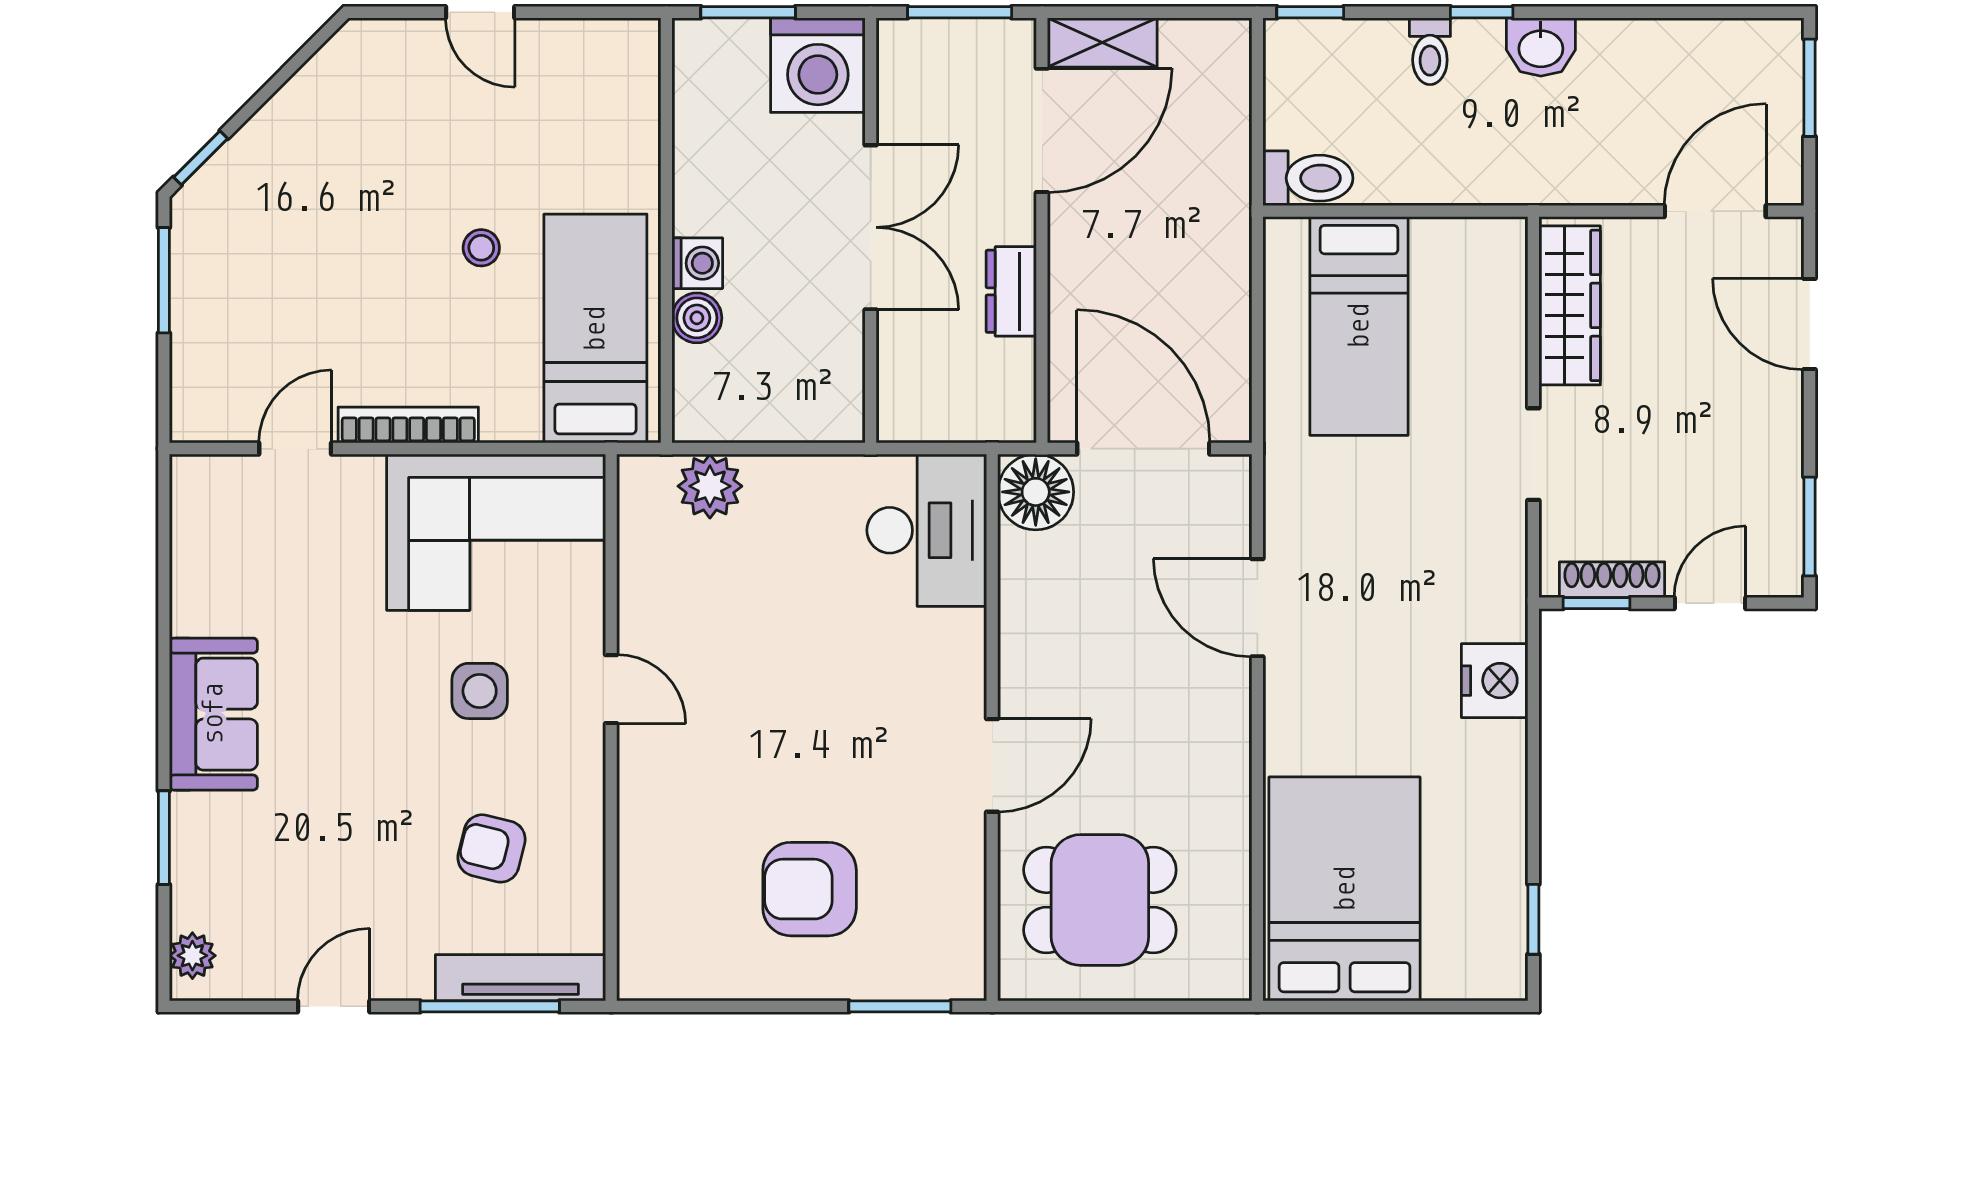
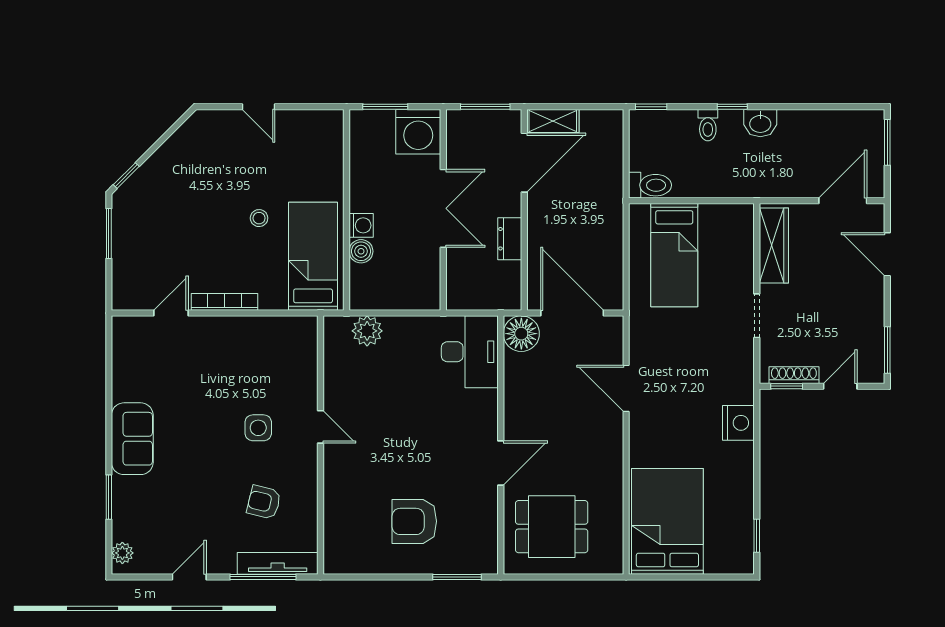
corner sofa: (496, 532) -> (266, 353), removed

